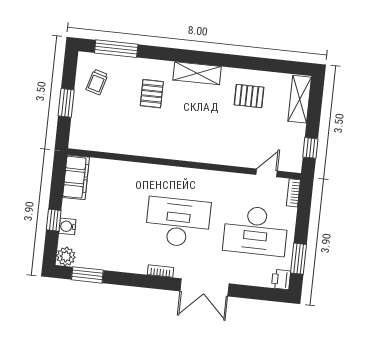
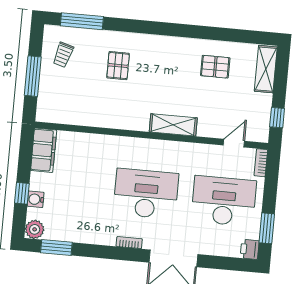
shelving: (197, 73) -> (173, 125), moved
window: (66, 103) -> (33, 76), width x1.44
desk: (256, 231) -> (224, 201), turned 180

